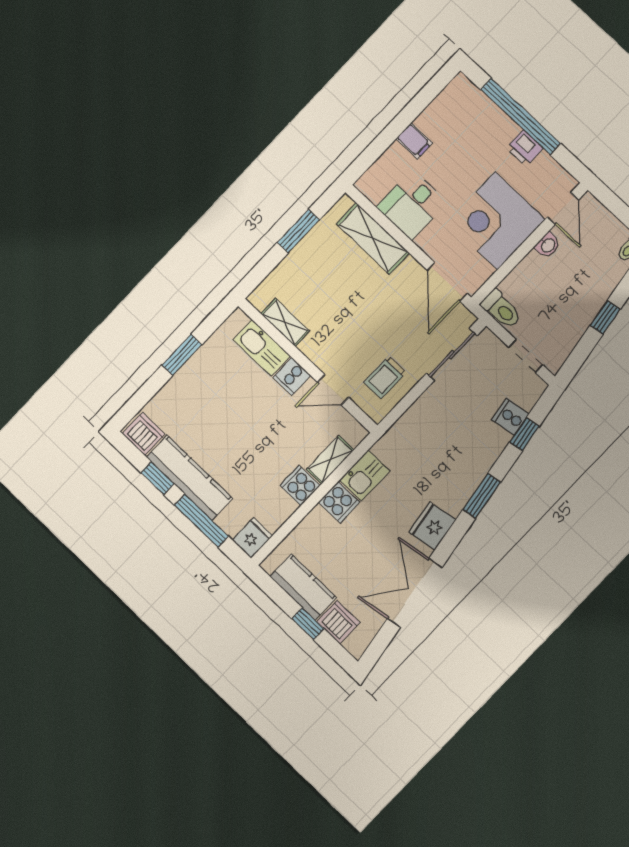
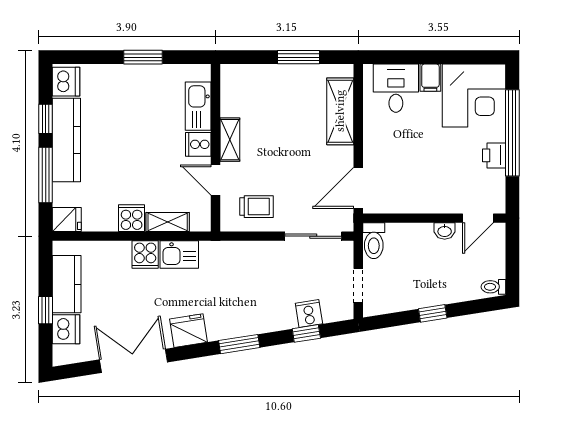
desk: (412, 205) -> (396, 88), moved, turned 90
corner desk: (496, 221) -> (474, 96), moved, turned 180
shelving: (285, 322) -> (230, 140), moved
trolley: (385, 377) -> (256, 207), turned 180

